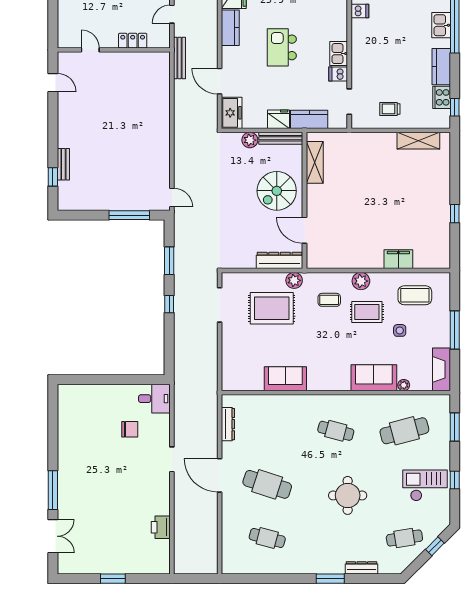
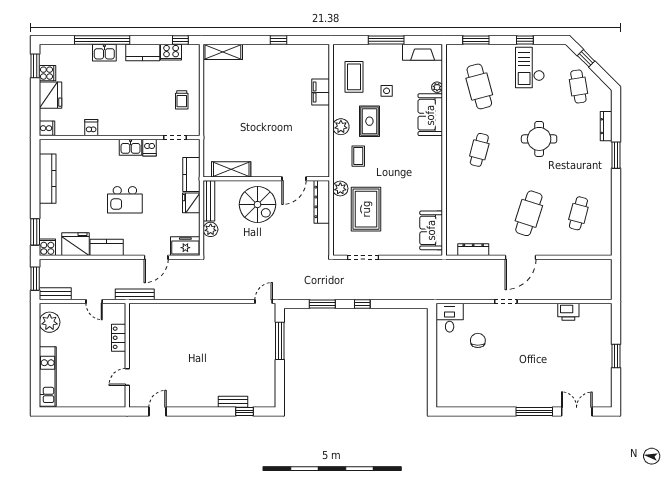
shelving: (418, 141) -> (223, 52), moved, turned 90
sofa: (285, 379) -> (431, 230), moved

